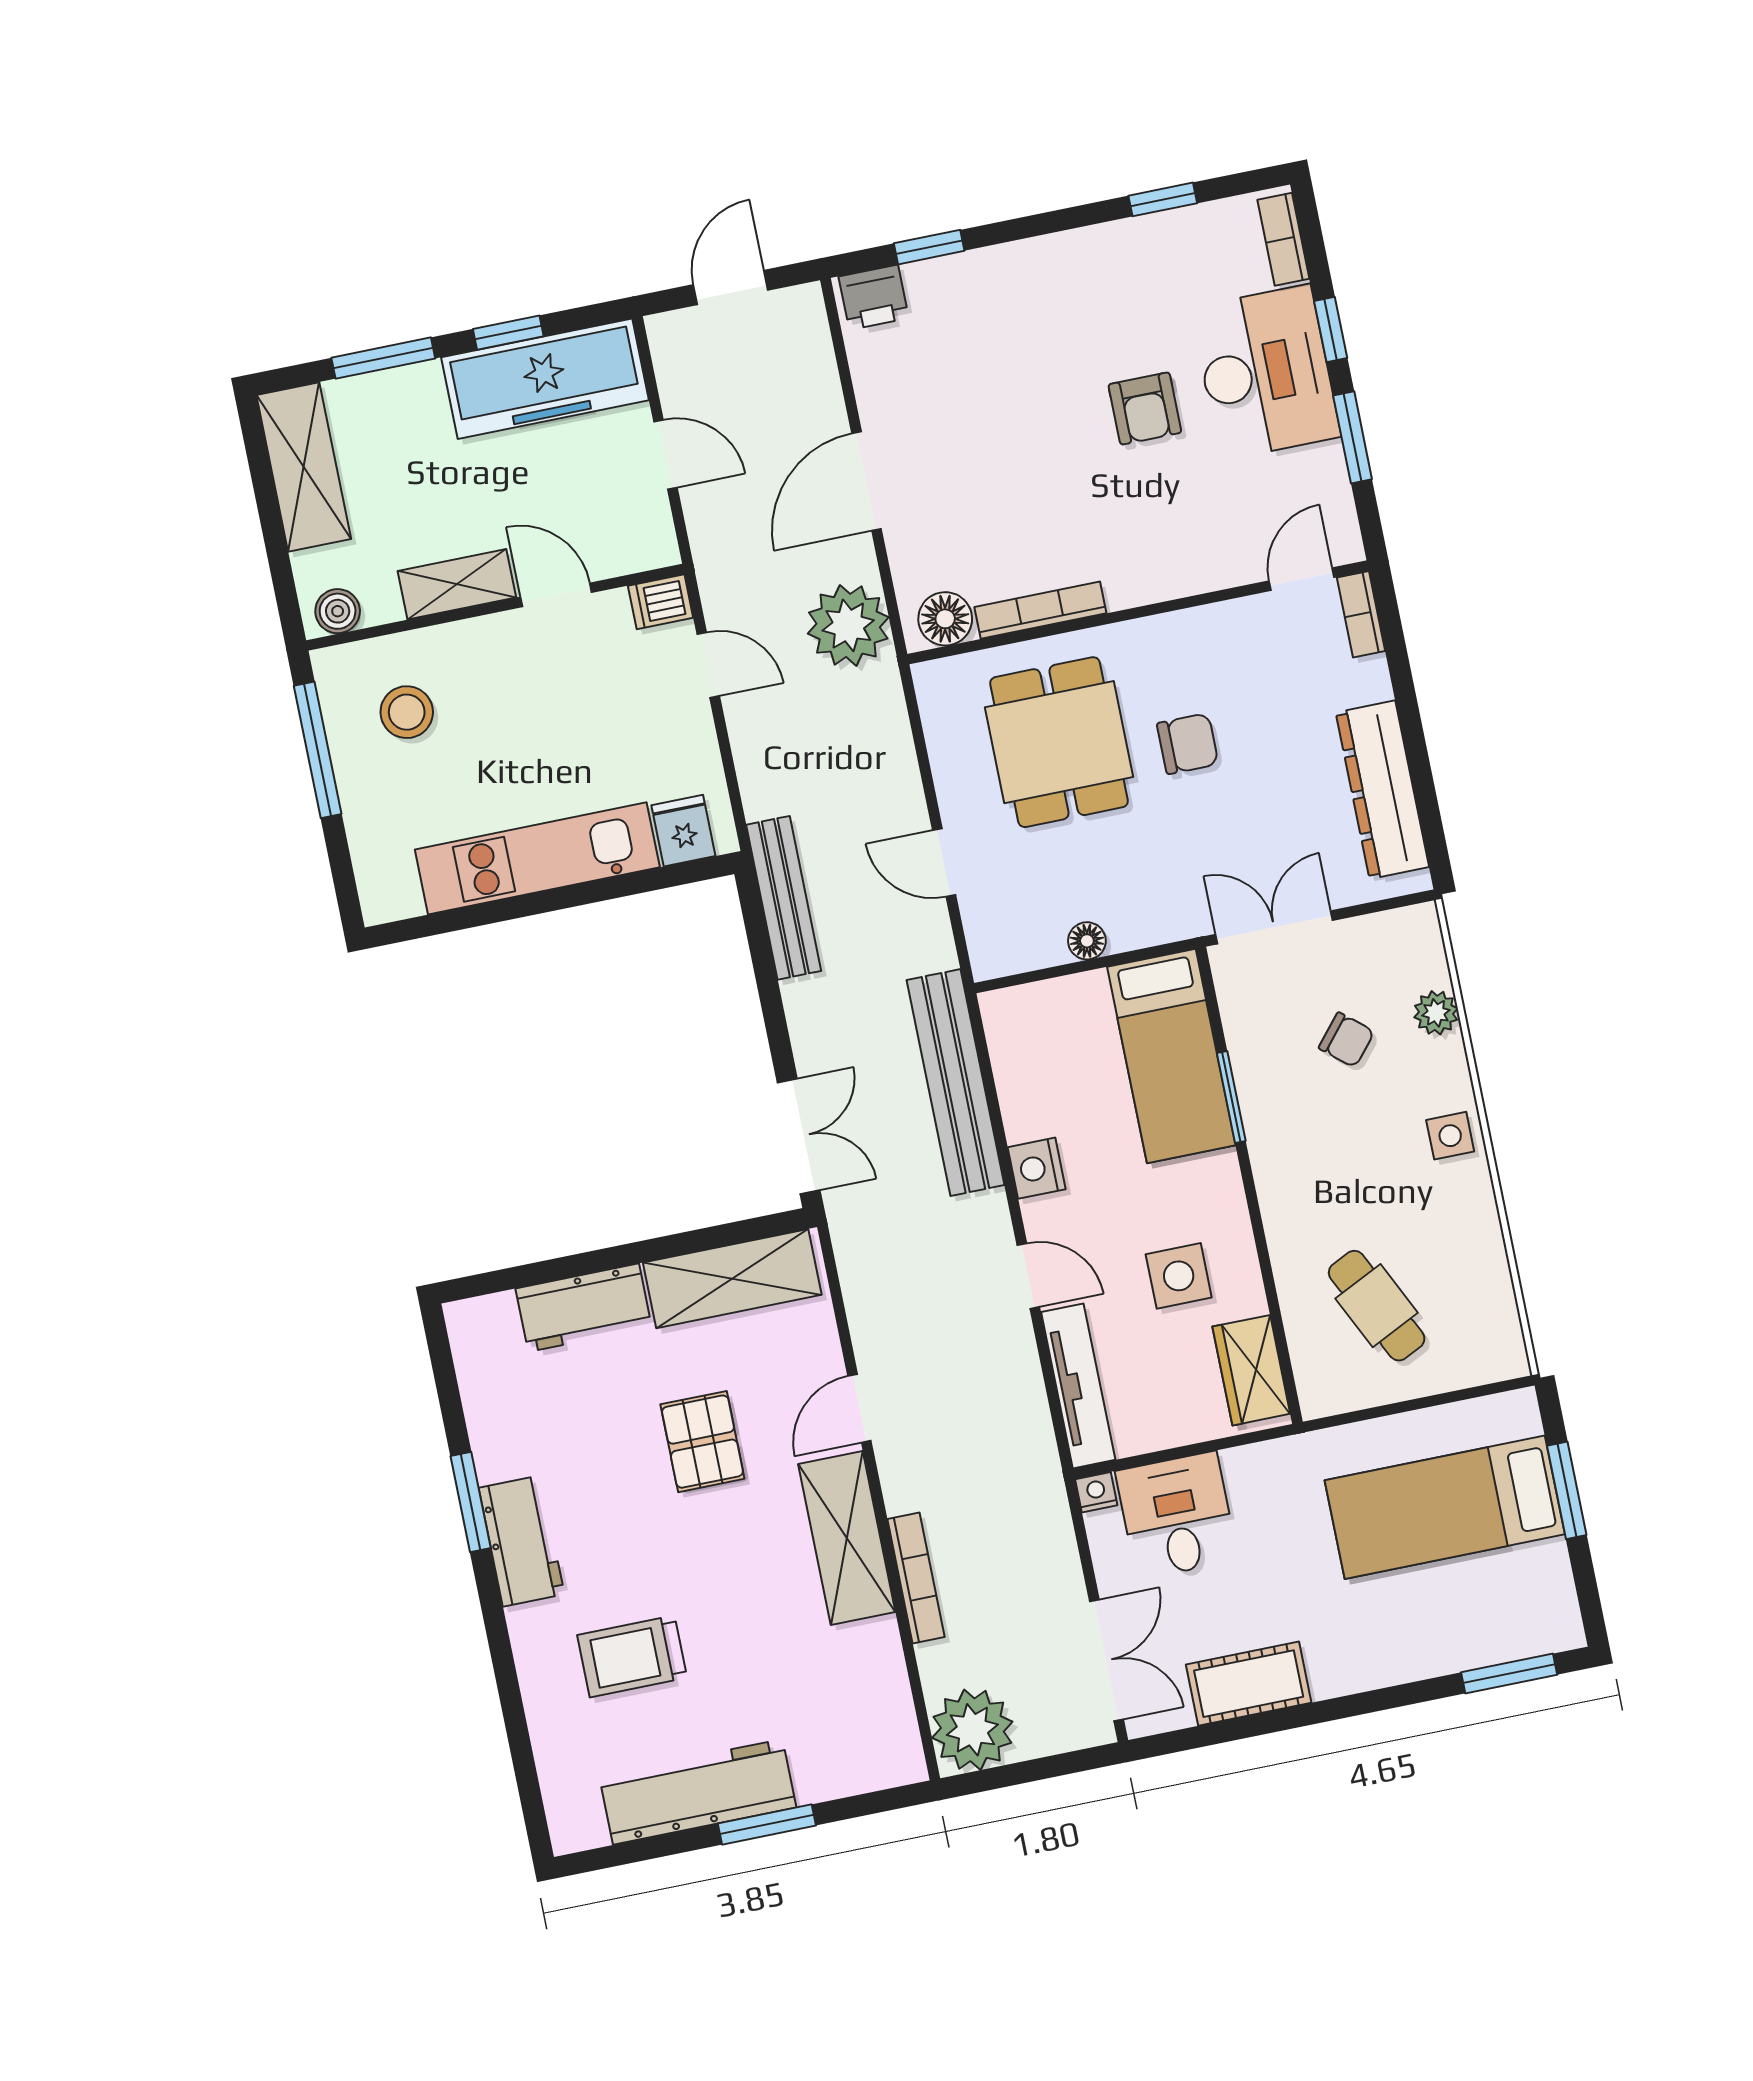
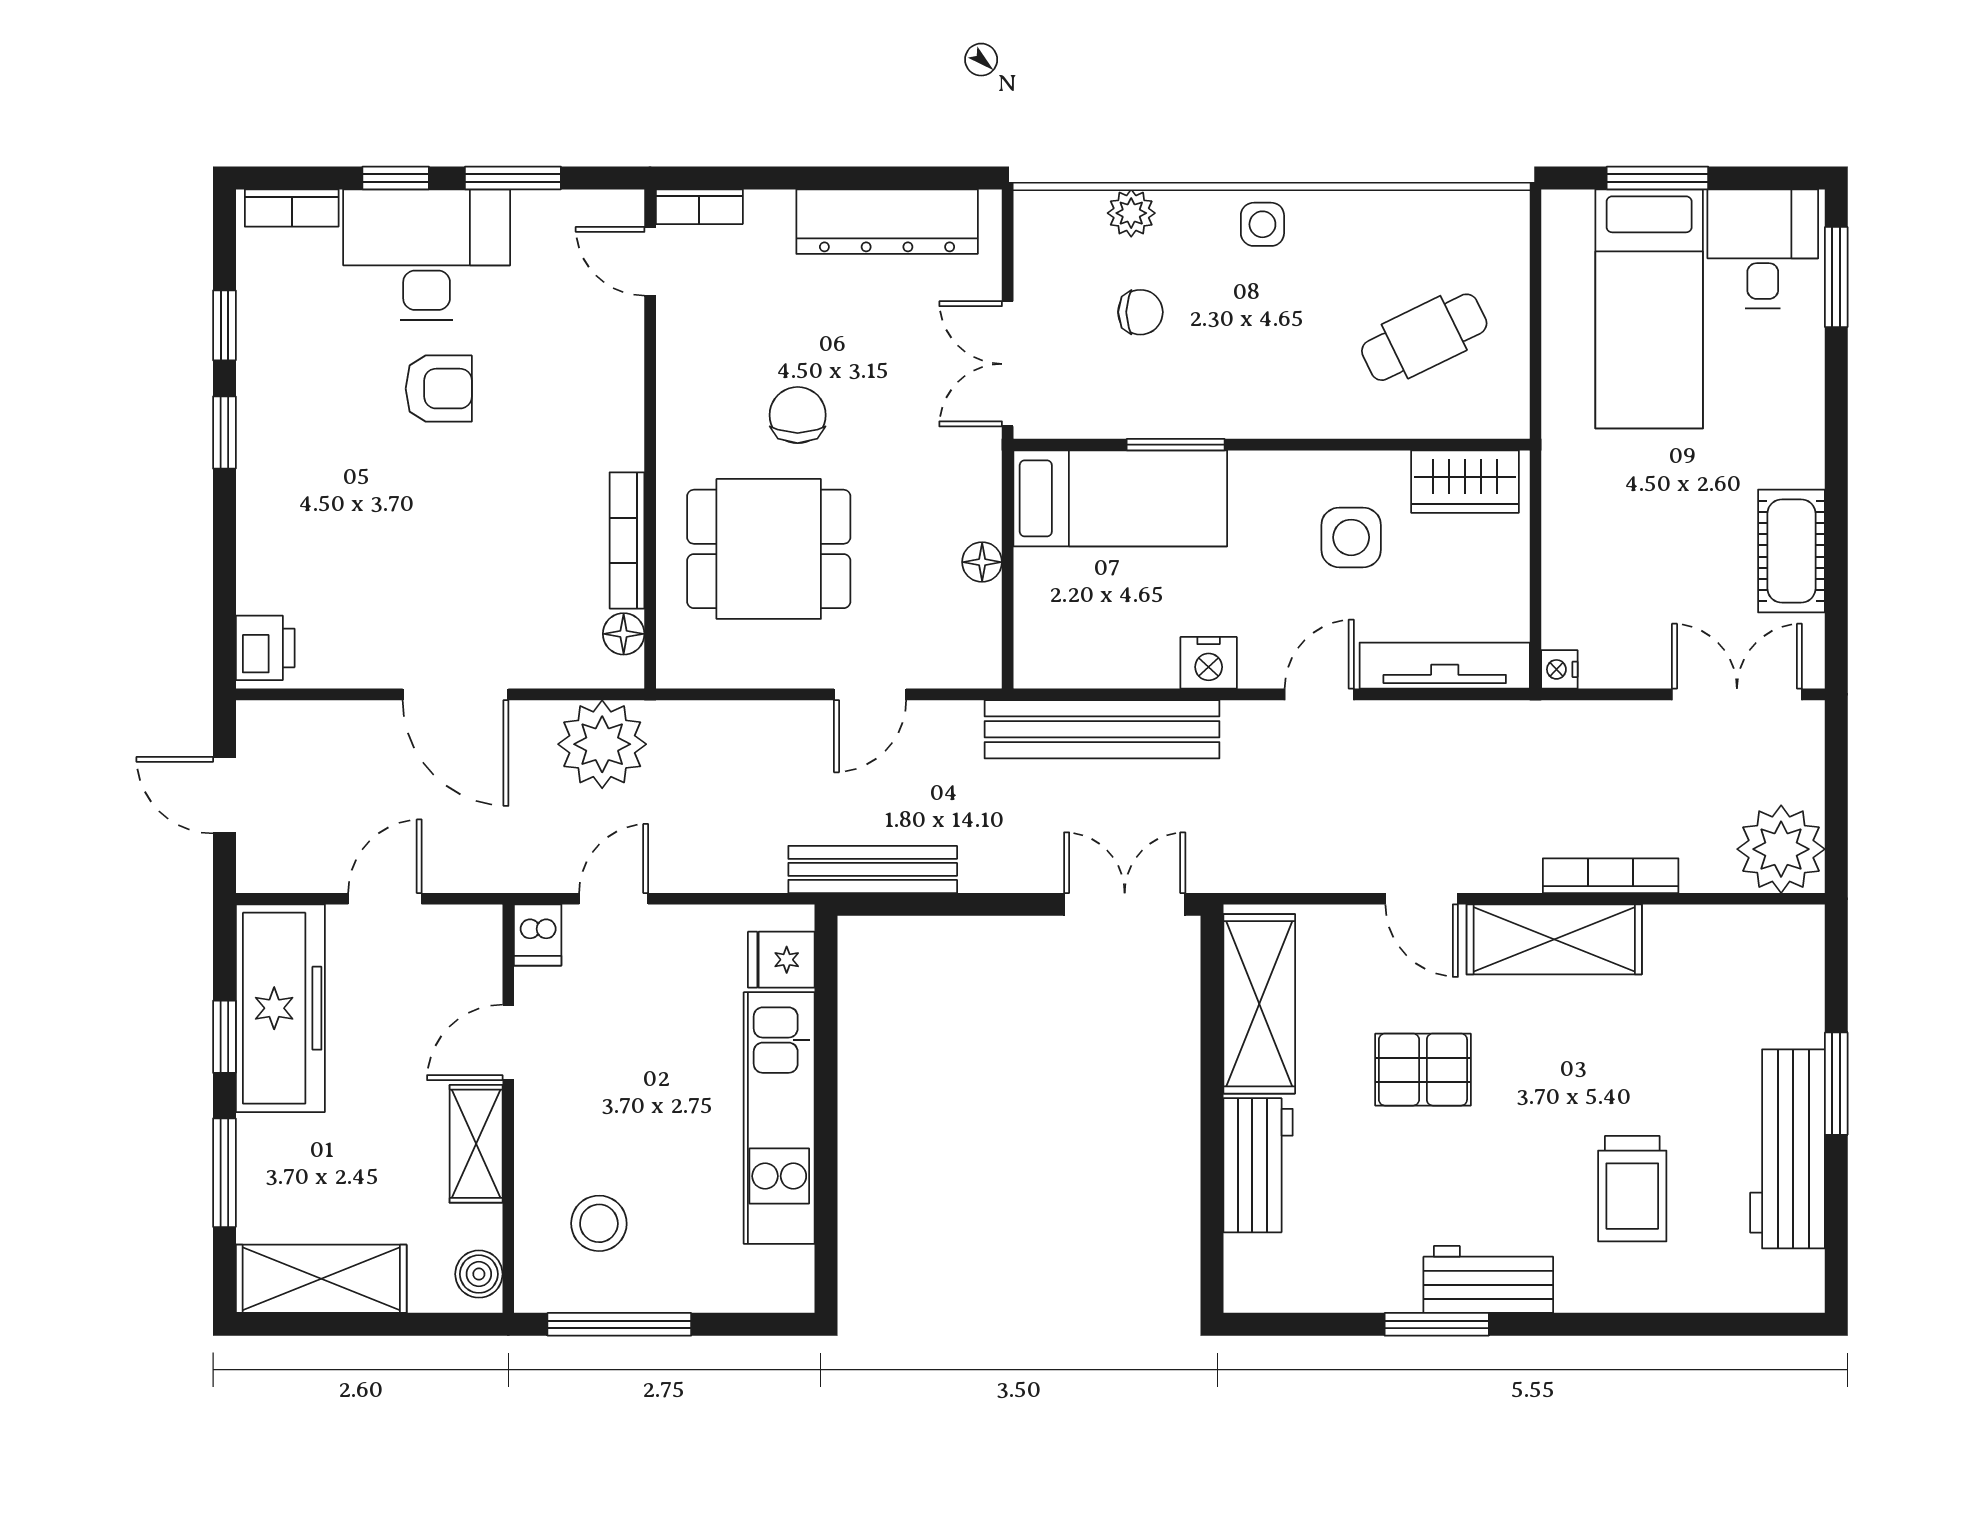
window: (929, 247) -> (224, 432), moved
floor lamp: (945, 619) -> (624, 634), width x0.73, depth x0.73
chair: (1346, 1040) -> (1140, 312), turned 50
desk: (1177, 1515) -> (1763, 249), moved, turned 90

